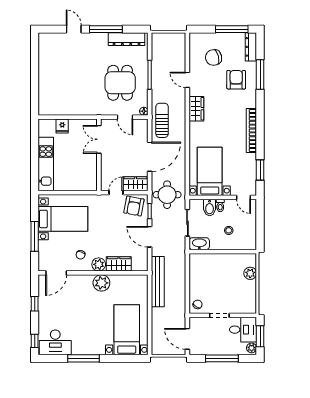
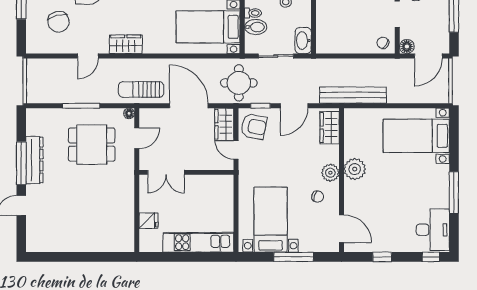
dresser: (127, 39) -> (34, 160), moved
wardrobe: (119, 264) -> (330, 128), moved
floor lamp: (195, 323) -> (407, 47), added

